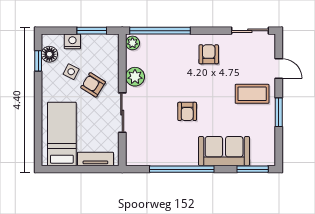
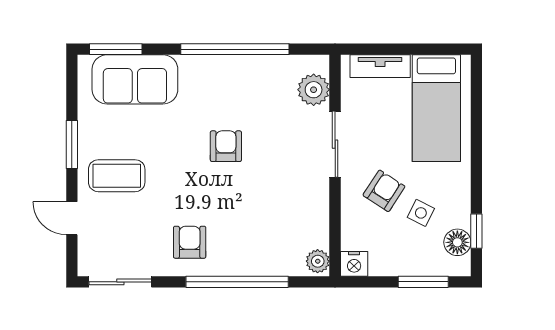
window: (92, 31) -> (423, 282), moved
window: (160, 31) -> (237, 282), moved
nightstand: (72, 41) -> (354, 264), moved
armchair: (209, 54) -> (190, 242), turned 180
plant: (135, 77) -> (314, 90), moved
armchair: (93, 85) -> (384, 191), turned -89
sofa: (224, 151) -> (135, 79), moved

